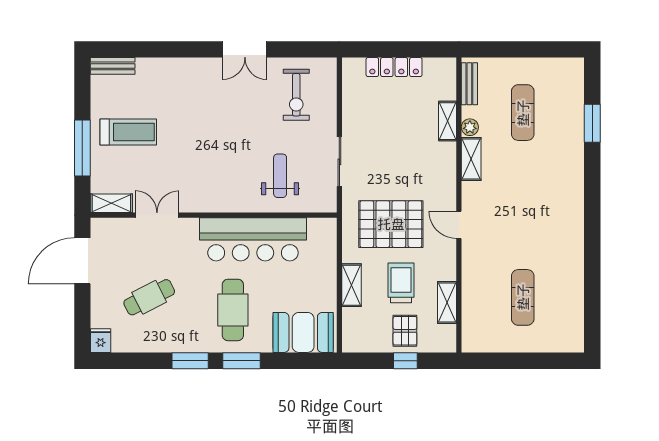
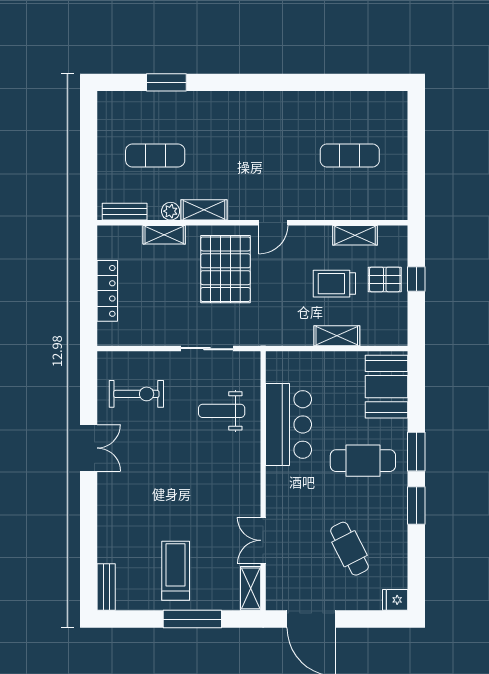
pallet: (391, 224) -> (225, 269), moved
bar counter: (253, 239) -> (289, 424), width x0.73

